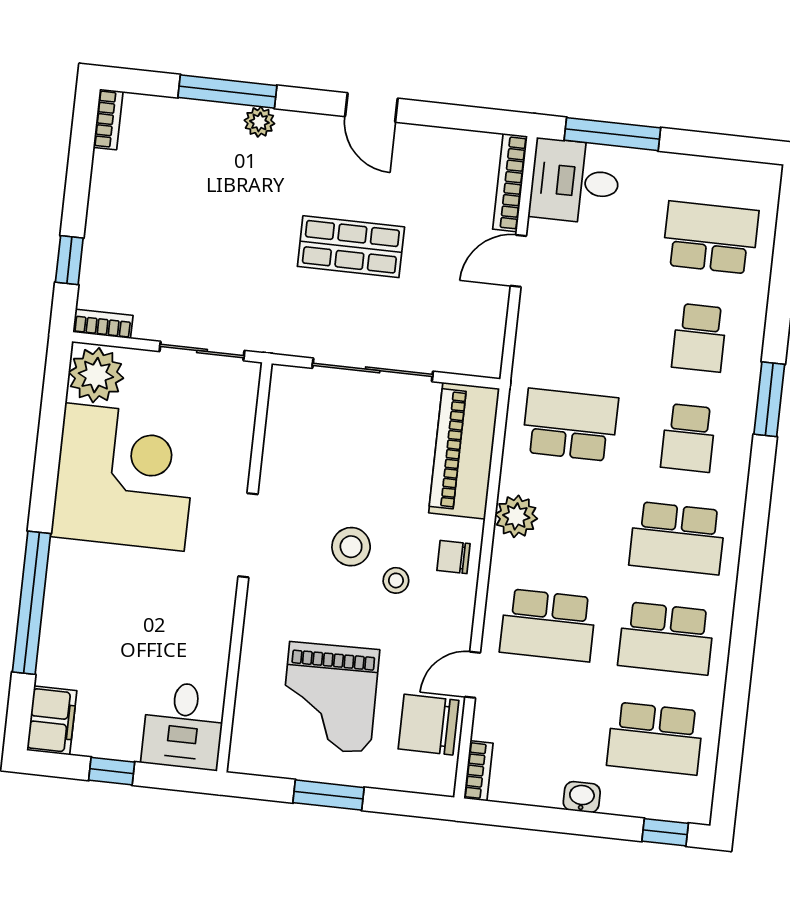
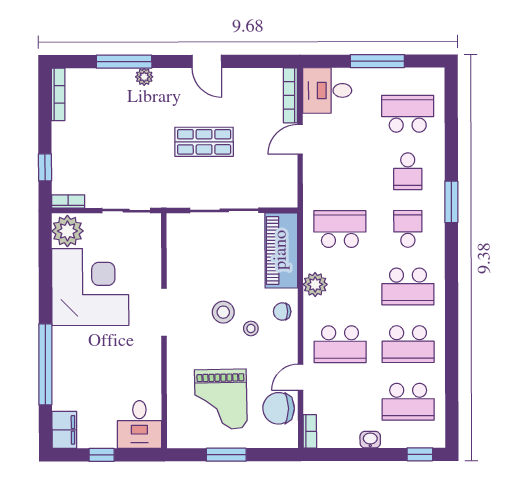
bookcase: (108, 119) -> (58, 94), width x1.56
window: (612, 134) -> (377, 61), moved
school desk: (688, 438) -> (408, 229), turned 180

